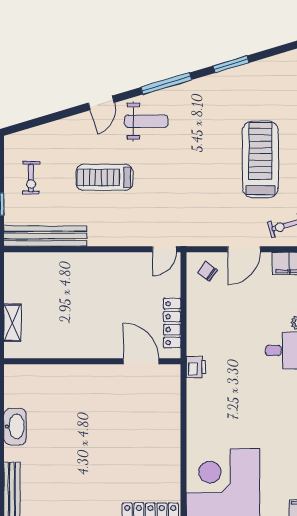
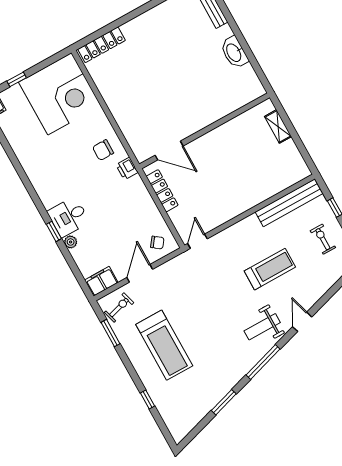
chair: (210, 401) -> (103, 150), added

